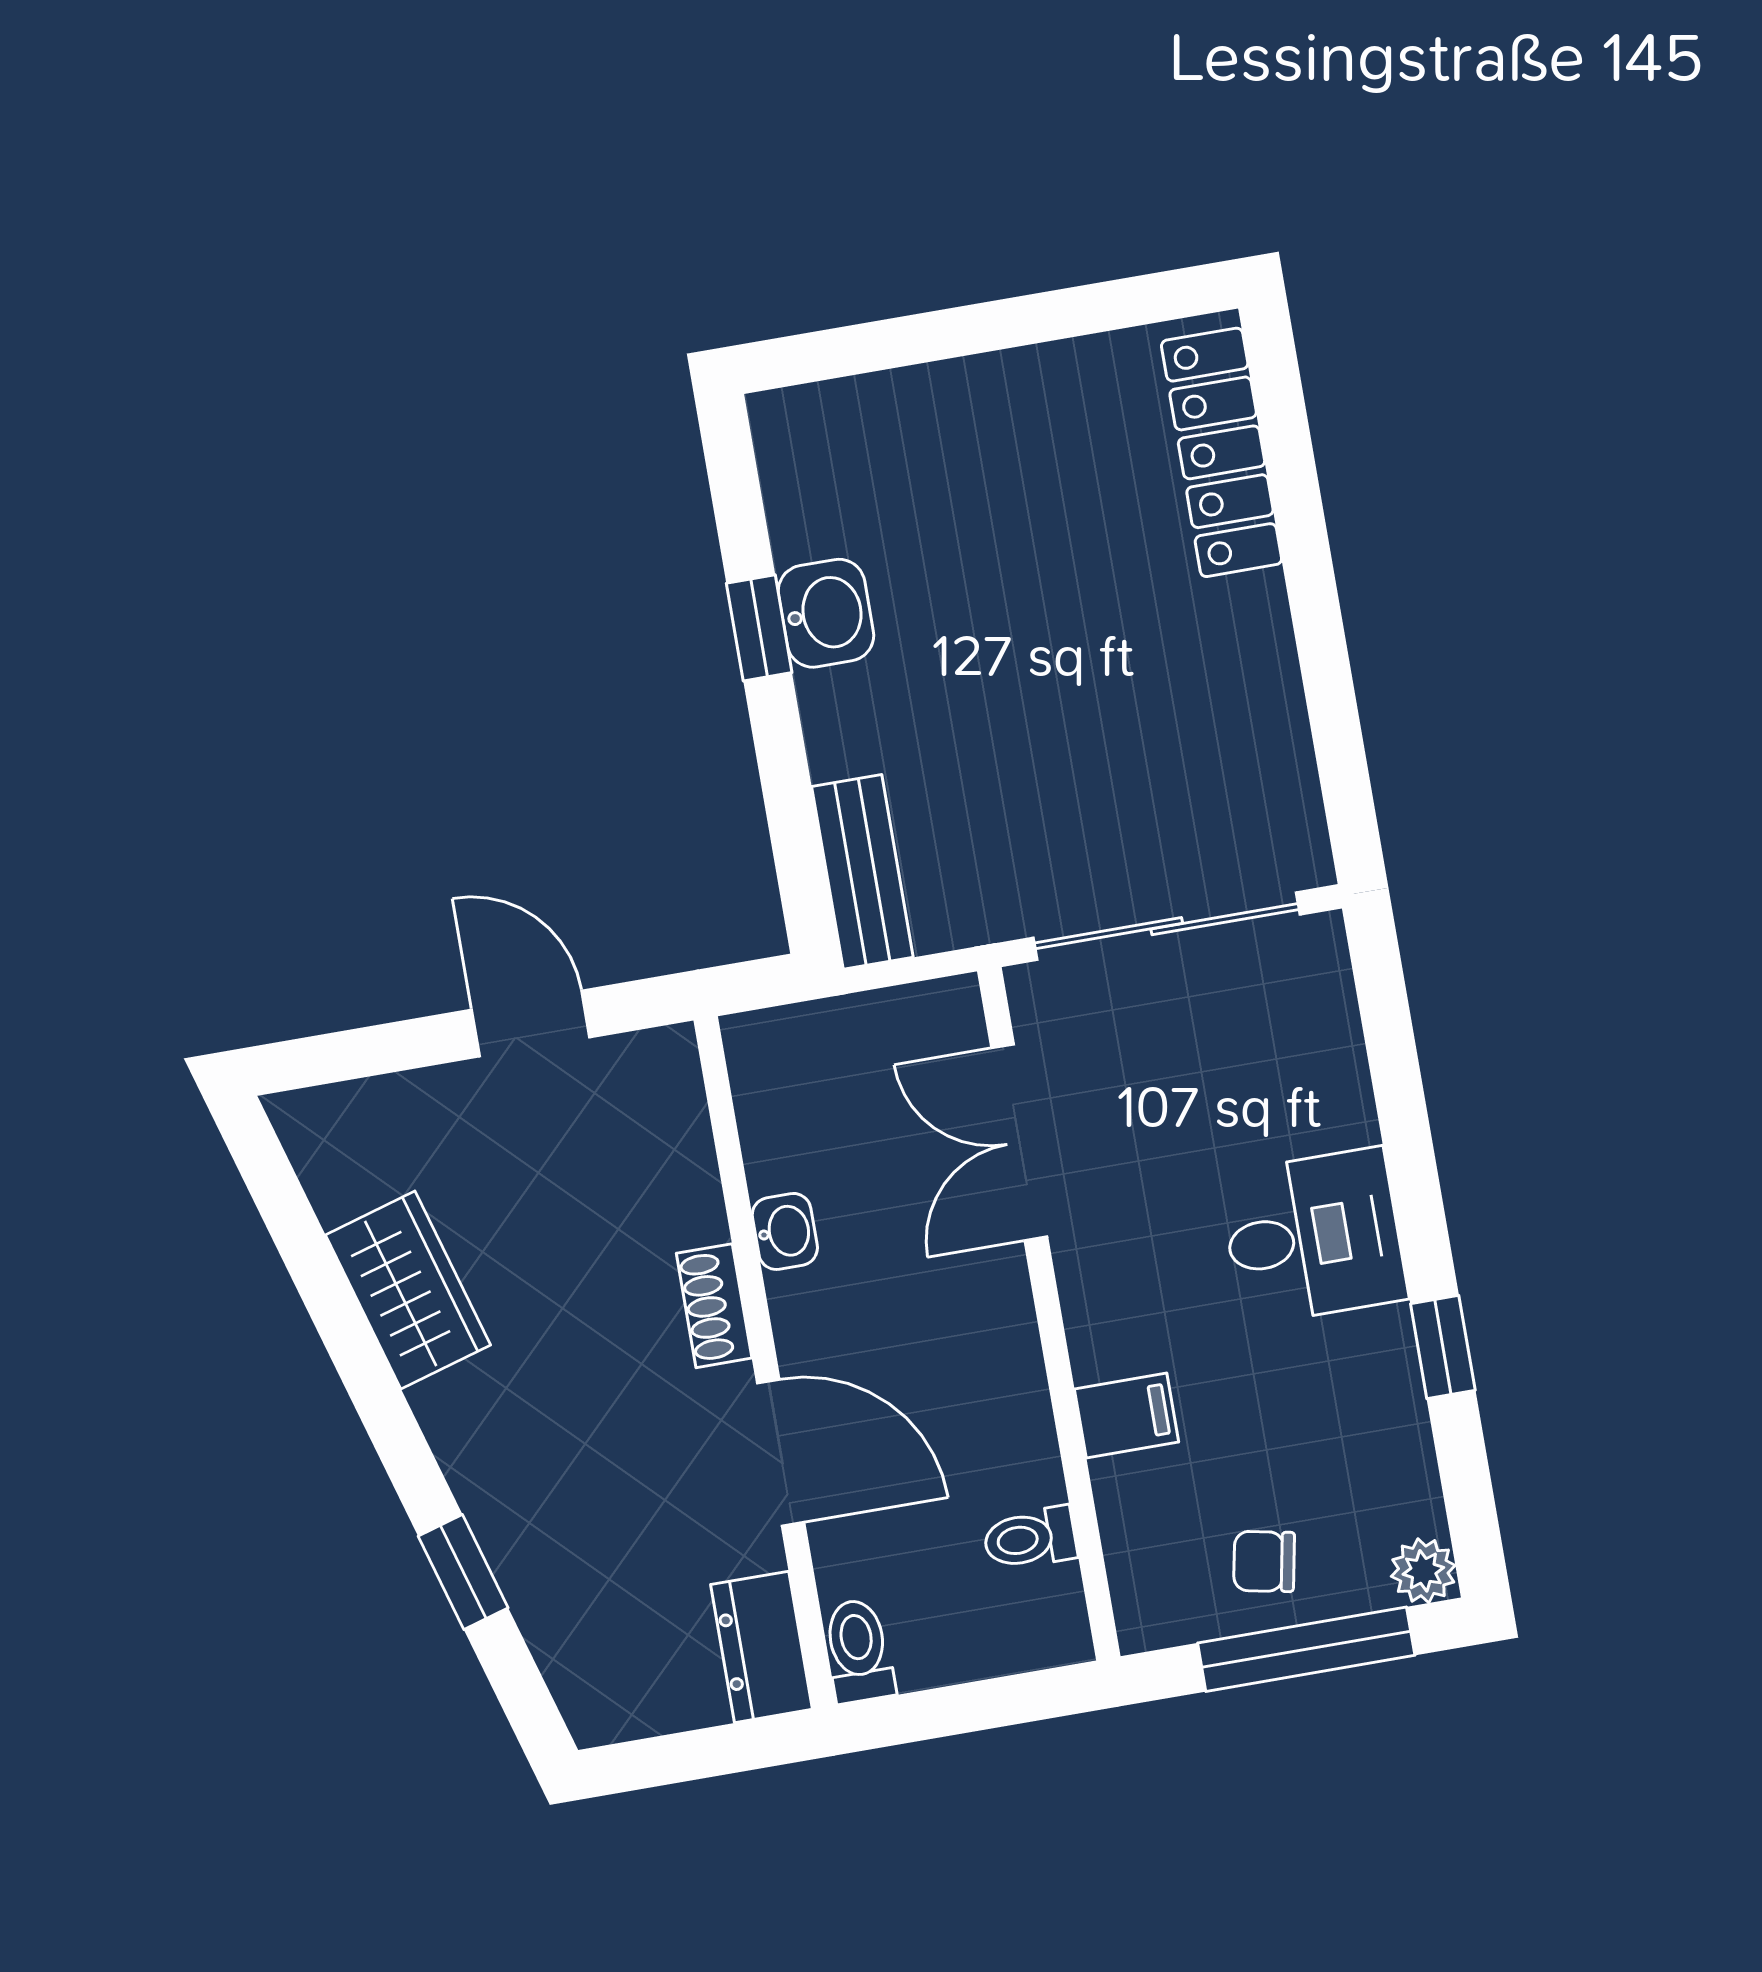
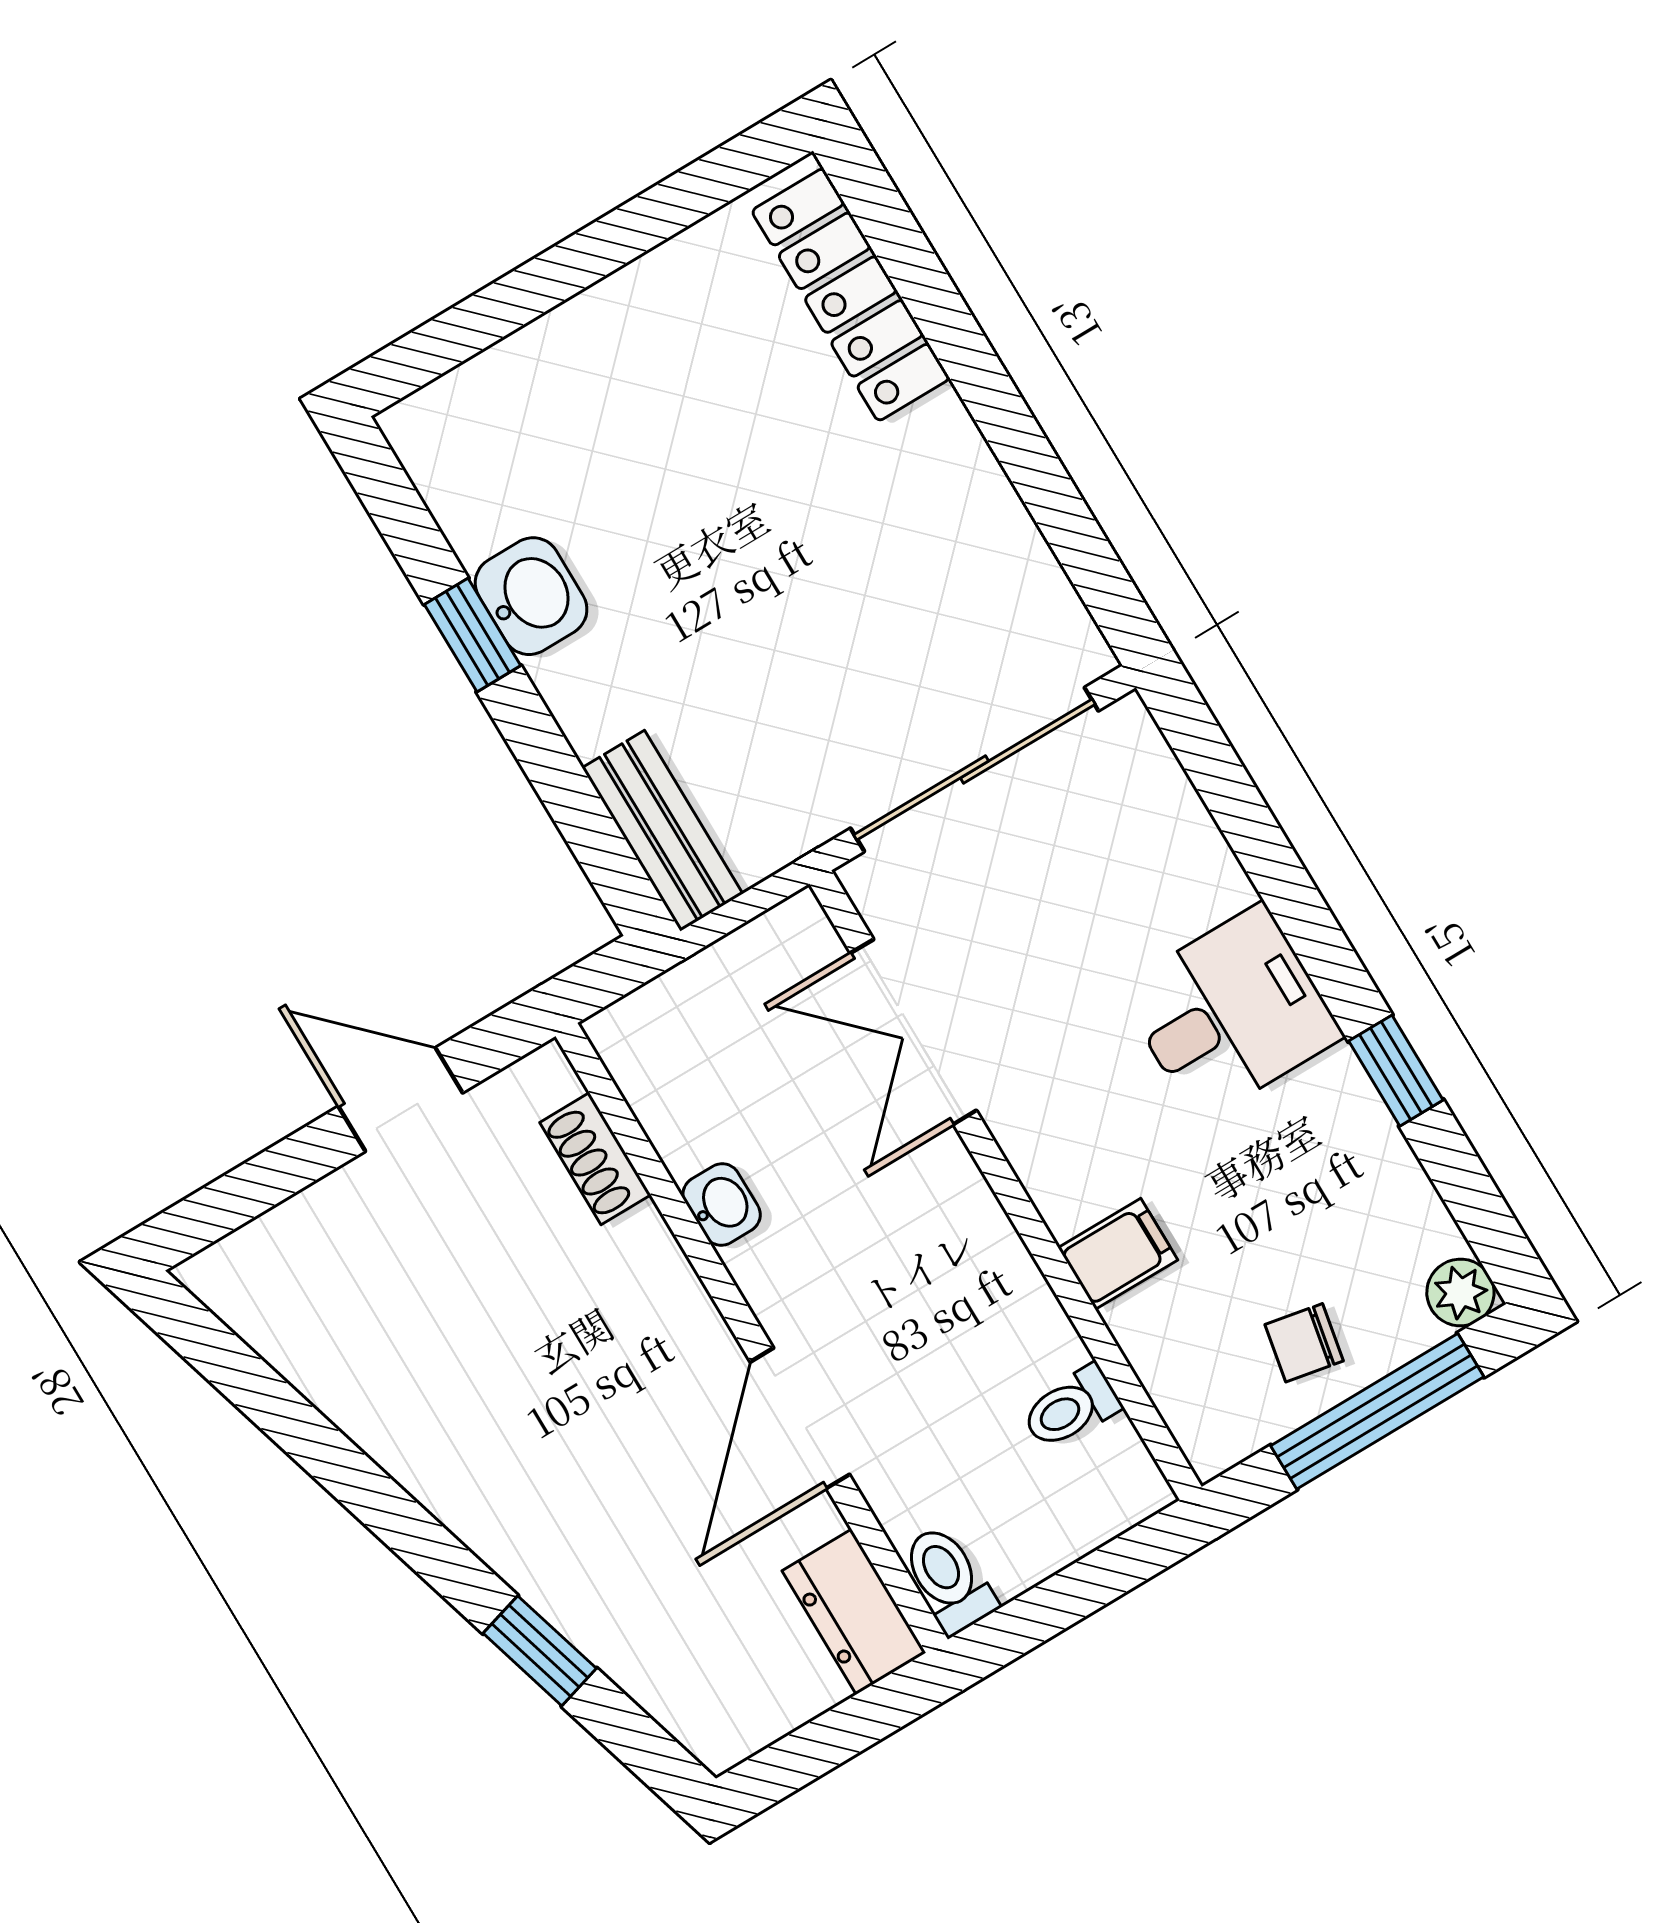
wardrobe: (408, 1290) -> (382, 1401), removed
shoe rack: (714, 1306) -> (595, 1159), moved
door: (781, 1453) -> (800, 1418), swing flipped

